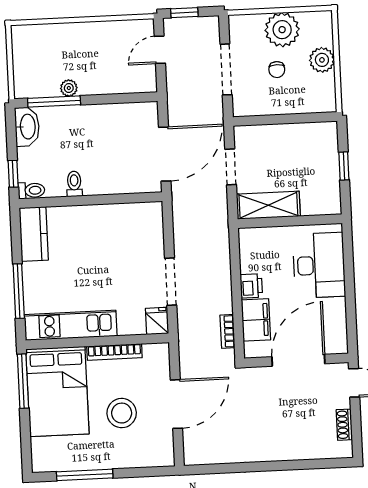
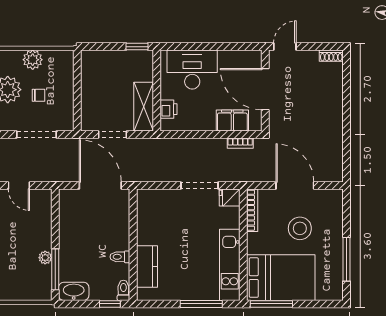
window: (344, 166) -> (137, 47), moved
kitchen counter: (34, 234) -> (147, 267), moved, turned 90
printer: (251, 286) -> (169, 109), moved, turned 90
bookcase: (114, 352) -> (252, 210), moved
shoe rack: (344, 425) -> (331, 56), moved

